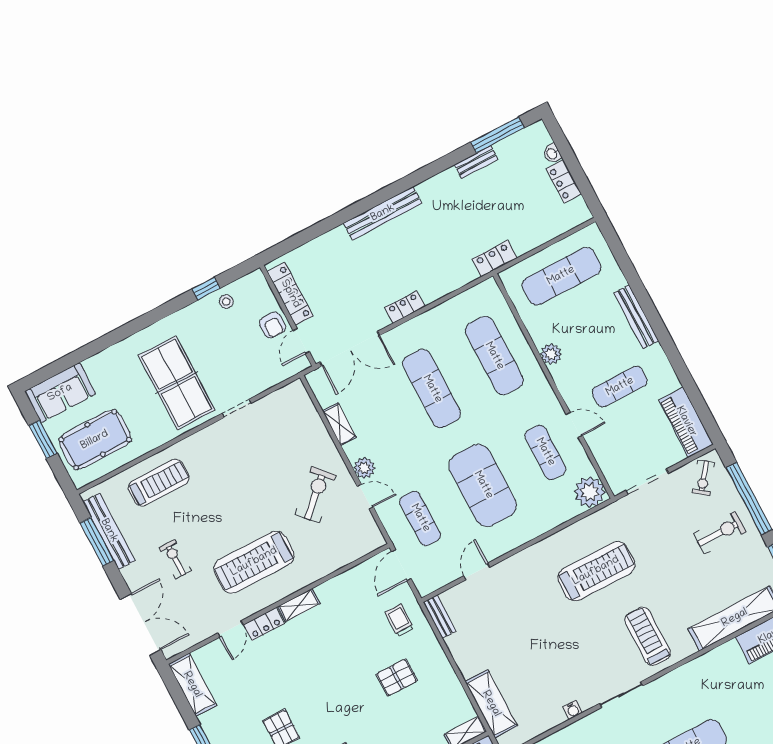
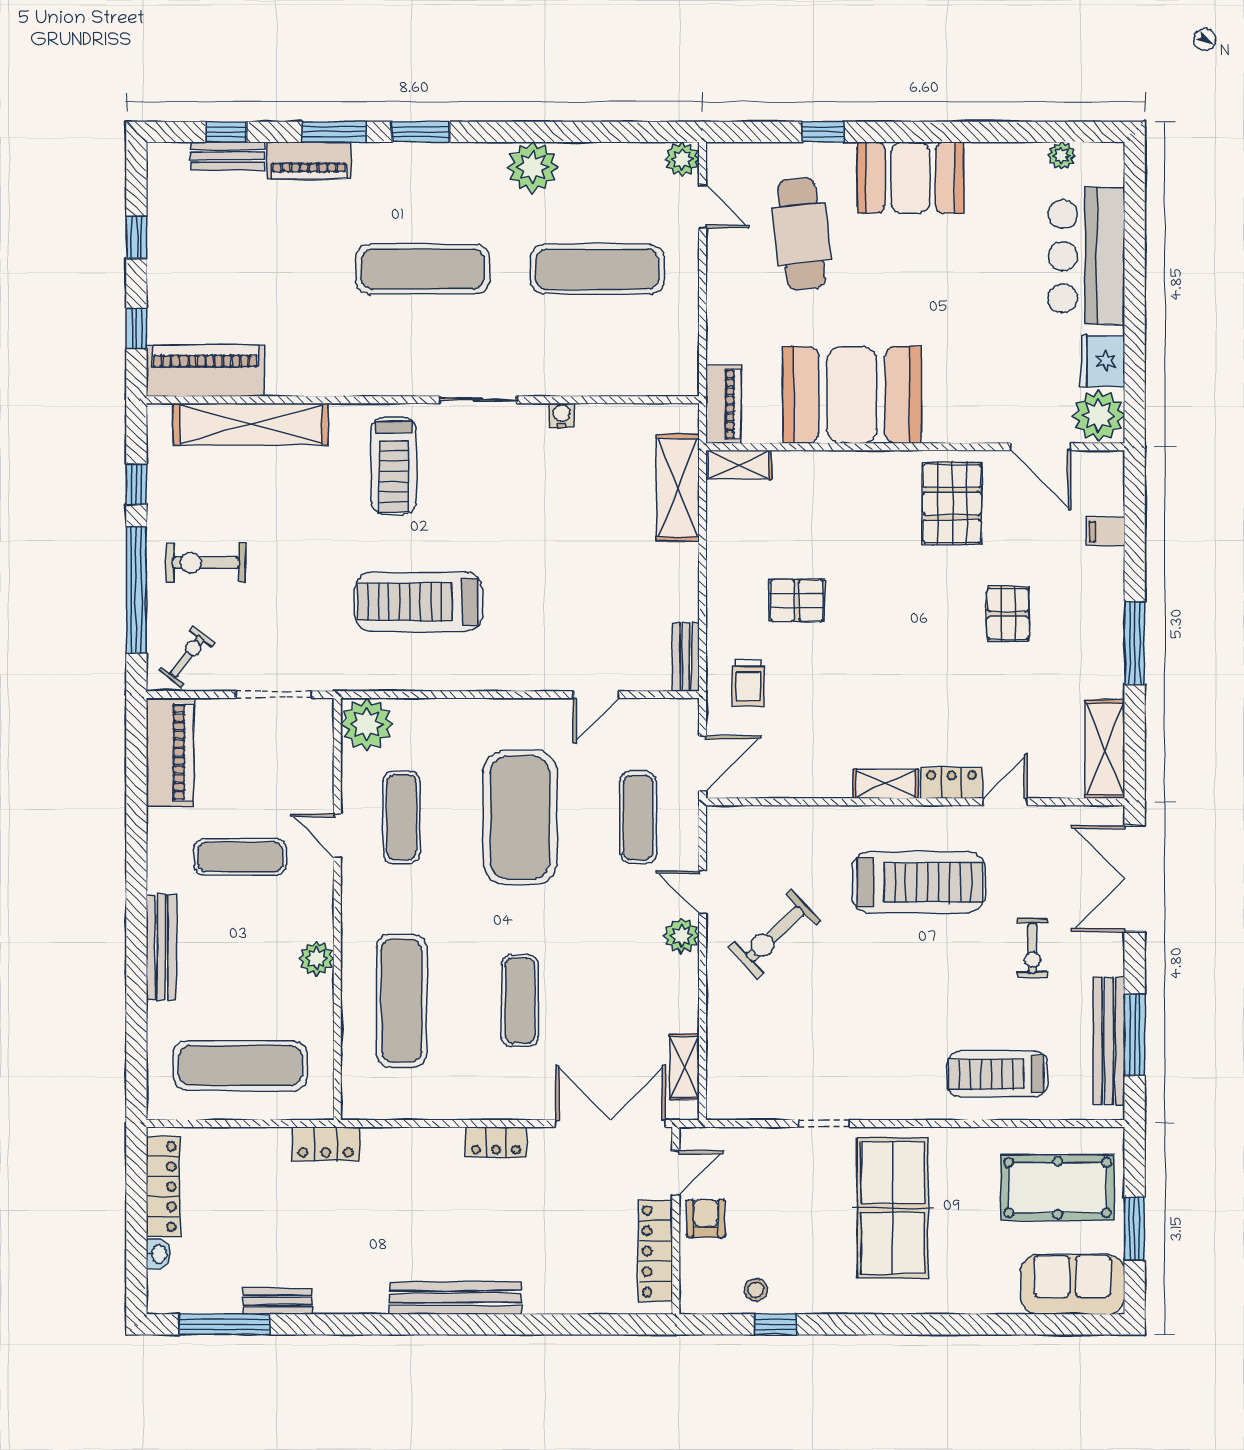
locker: (564, 181) -> (163, 1187), width x1.53
exercise mat: (432, 389) -> (520, 1001), width x0.73, depth x0.69
shelving: (339, 424) -> (684, 1067), moved

